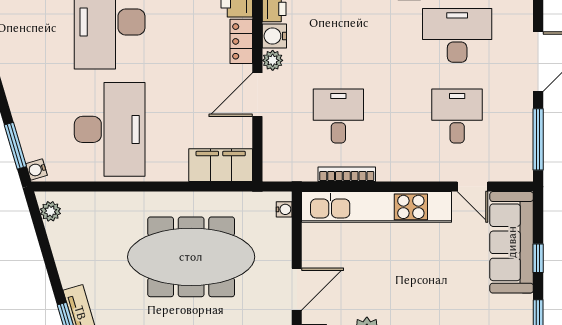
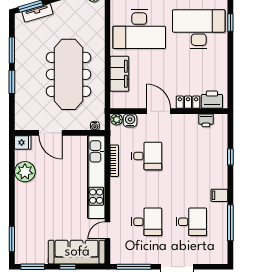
desk: (457, 35) -> (191, 222), width x0.73
water cooler: (274, 36) -> (130, 120), moved
plant: (273, 60) -> (117, 120), moved
filing cabinet: (221, 165) -> (119, 74), moved

